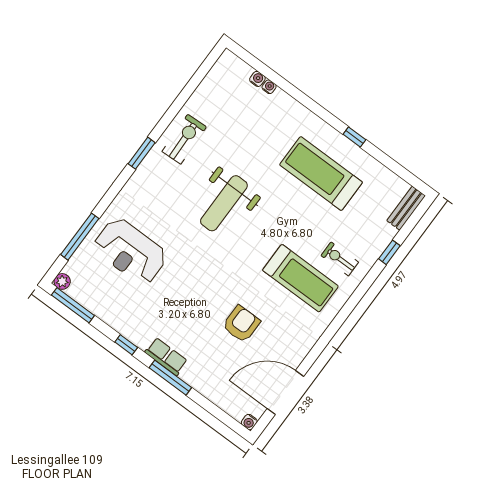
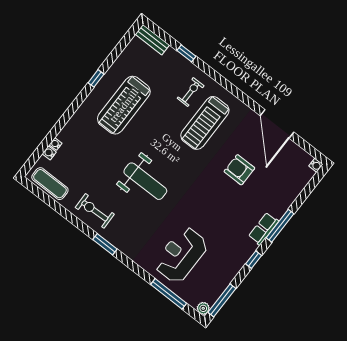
exercise mat: (218, 81) -> (50, 184), added
reception desk: (130, 251) -> (181, 255), turned 180
exercise bike: (340, 259) -> (191, 92), turned 180
treadmill: (300, 278) -> (205, 123), turned 180
door: (285, 392) -> (277, 124), moved

